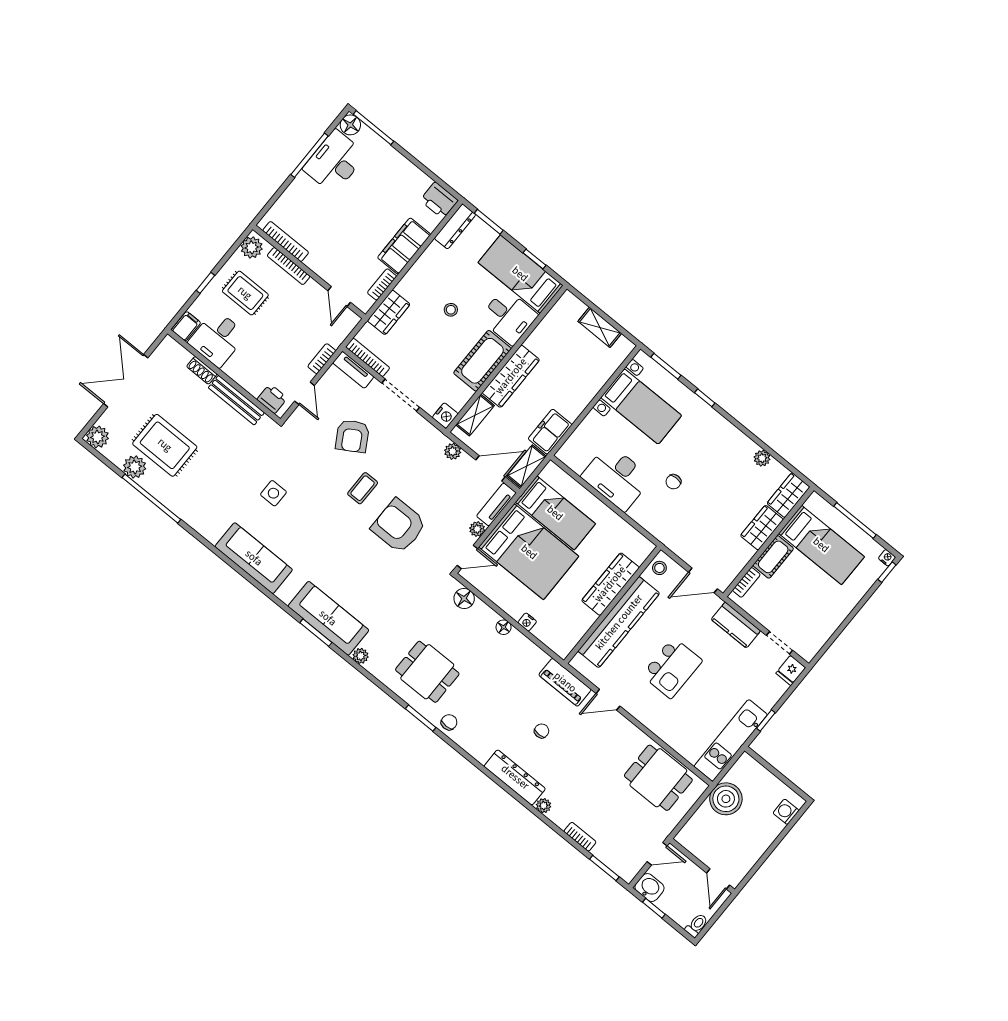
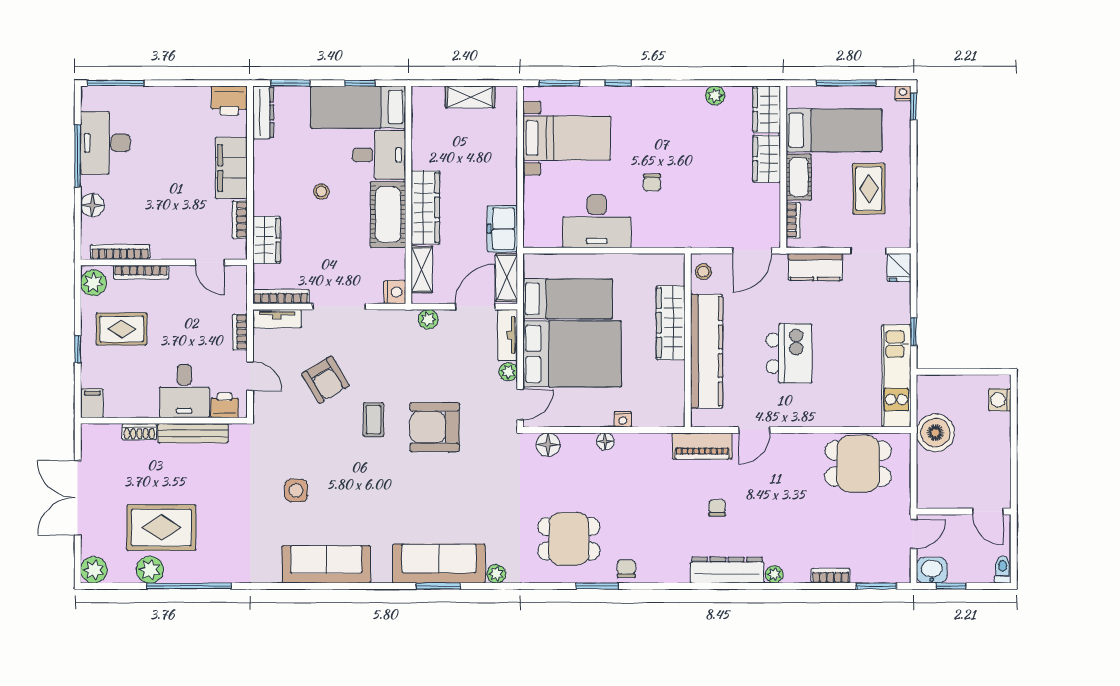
floor lamp: (350, 125) -> (92, 205), moved
desk: (217, 338) -> (184, 391), moved
rug: (813, 602) -> (869, 189), added

